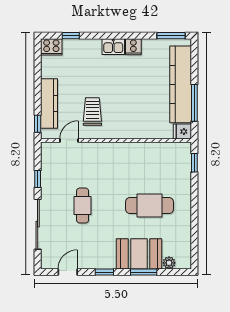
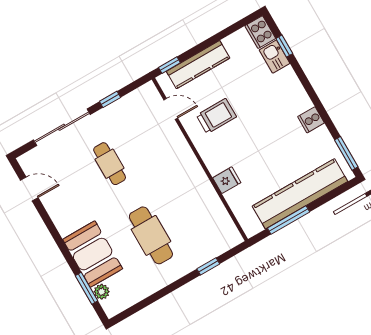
kitchen sink: (113, 47) -> (275, 57), moved
fridge: (182, 131) -> (227, 180), moved, turned 90
window: (194, 163) -> (208, 266), moved
cafe table: (83, 206) -> (110, 164), turned 90
window: (104, 272) -> (52, 228), removed
window: (144, 272) -> (87, 288), moved

